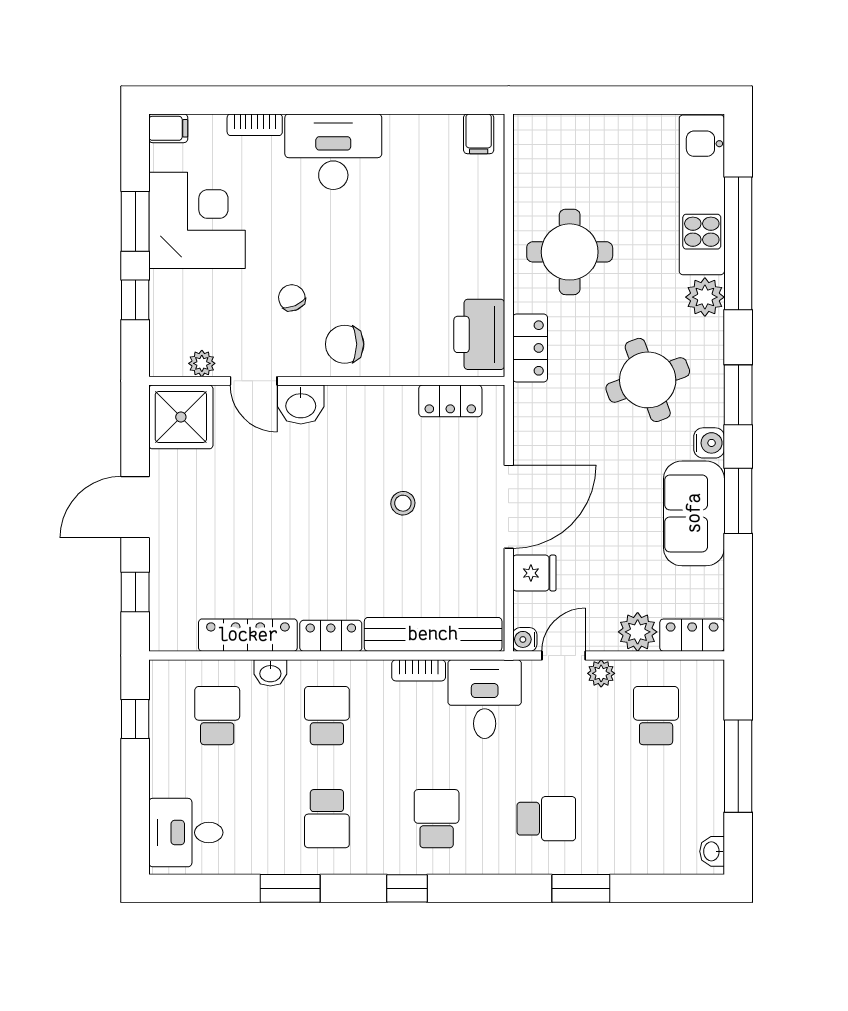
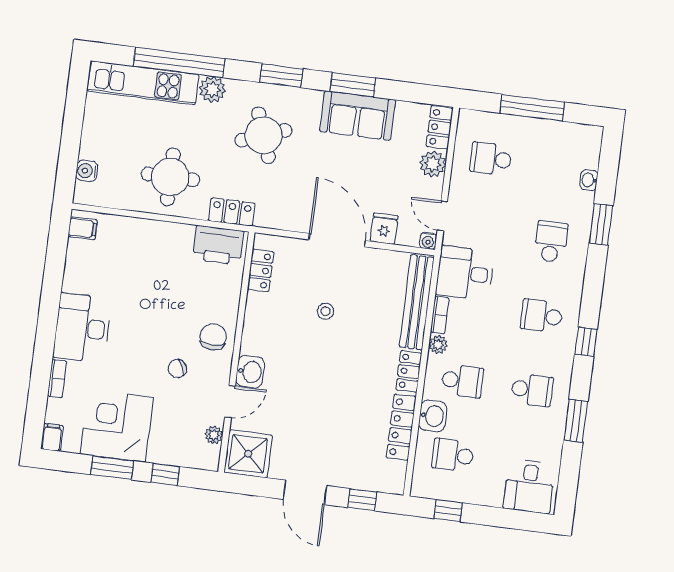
chair: (345, 344) -> (213, 337), turned 180
water cooler: (709, 443) -> (87, 171), moved, turned -90
washbasin: (270, 673) -> (433, 416), width x1.38, depth x1.45
plant: (601, 673) -> (438, 345), moved
school desk: (327, 716) -> (462, 381), turned 180
washbasin: (712, 851) -> (589, 180), moved, turned 90

